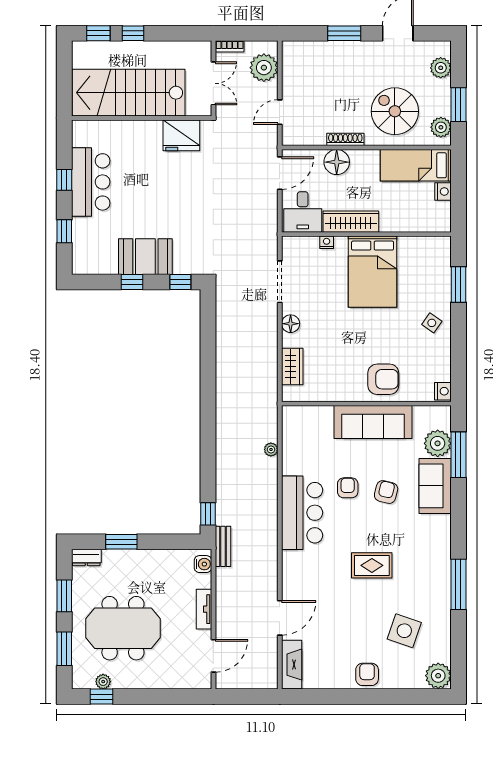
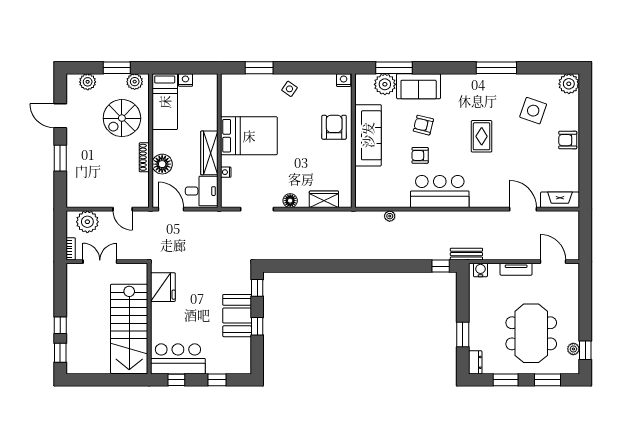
stairs: (129, 93) -> (129, 329), moved
wall: (142, 118) -> (149, 319), moved
fridge: (181, 135) -> (163, 287), moved

